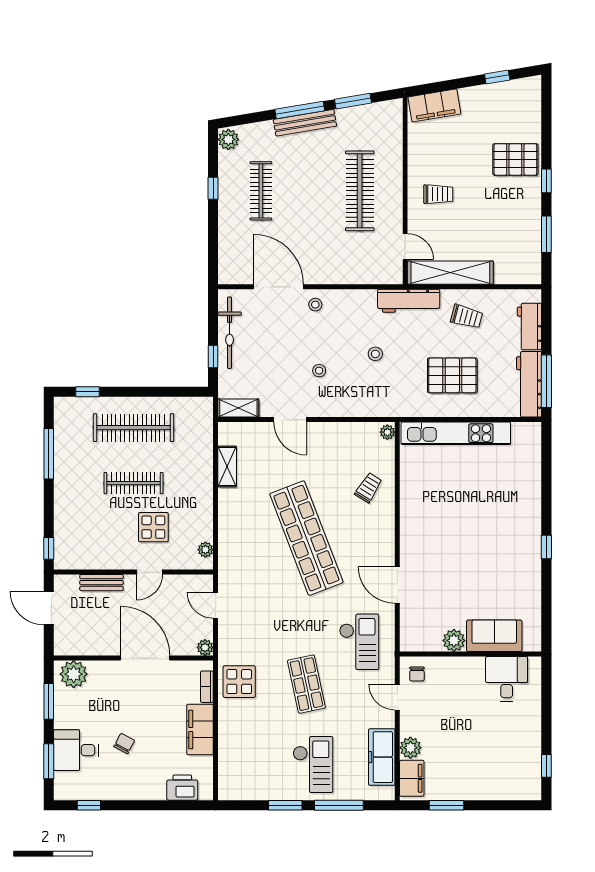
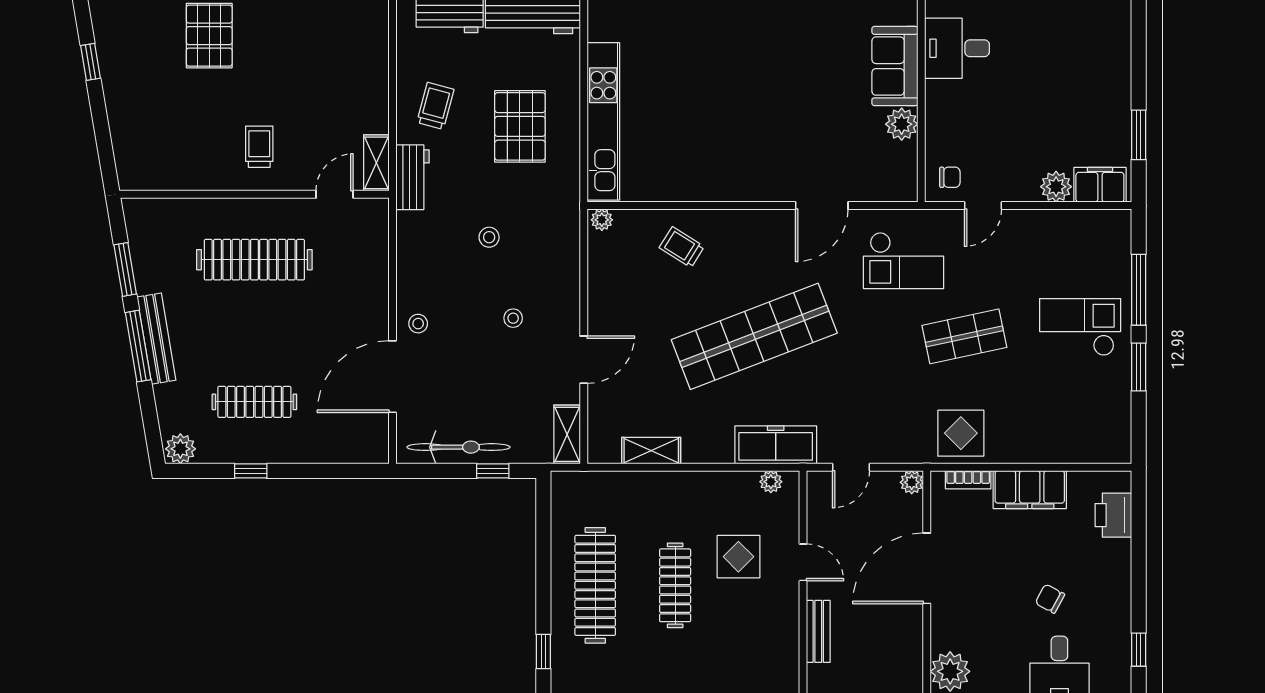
filing cabinet: (434, 105) -> (132, 152), removed
shelving: (450, 273) -> (376, 163), width x0.45, depth x0.75
workbench: (409, 301) -> (412, 177), width x0.73
checkout: (359, 642) -> (904, 261), turned 180
freezer: (382, 757) -> (776, 445), moved, turned 180

